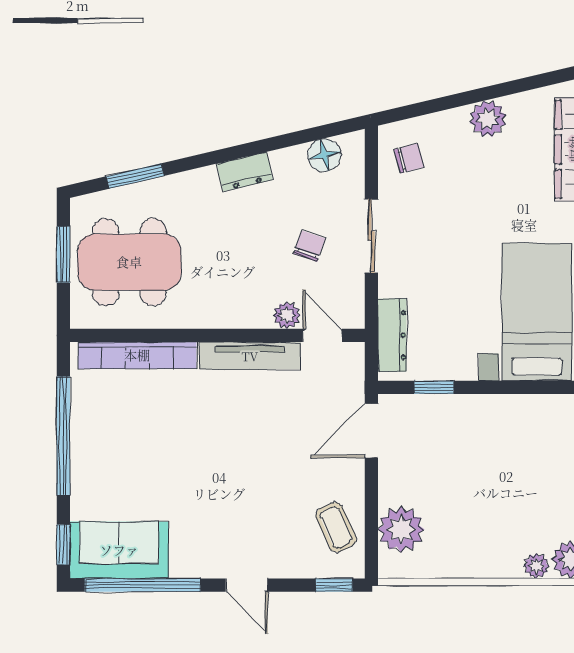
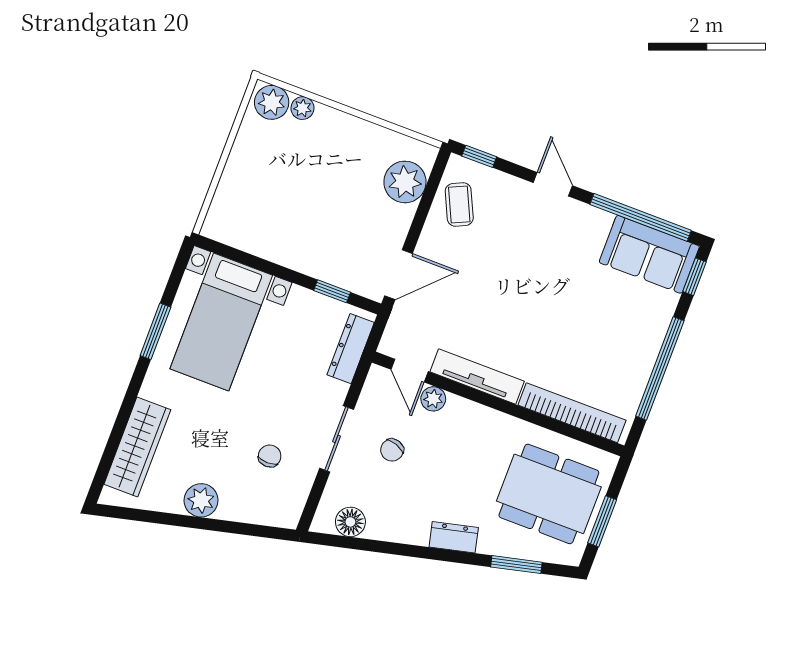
chair: (409, 158) -> (270, 456), moved, turned 105
dresser: (245, 172) -> (454, 537), moved

